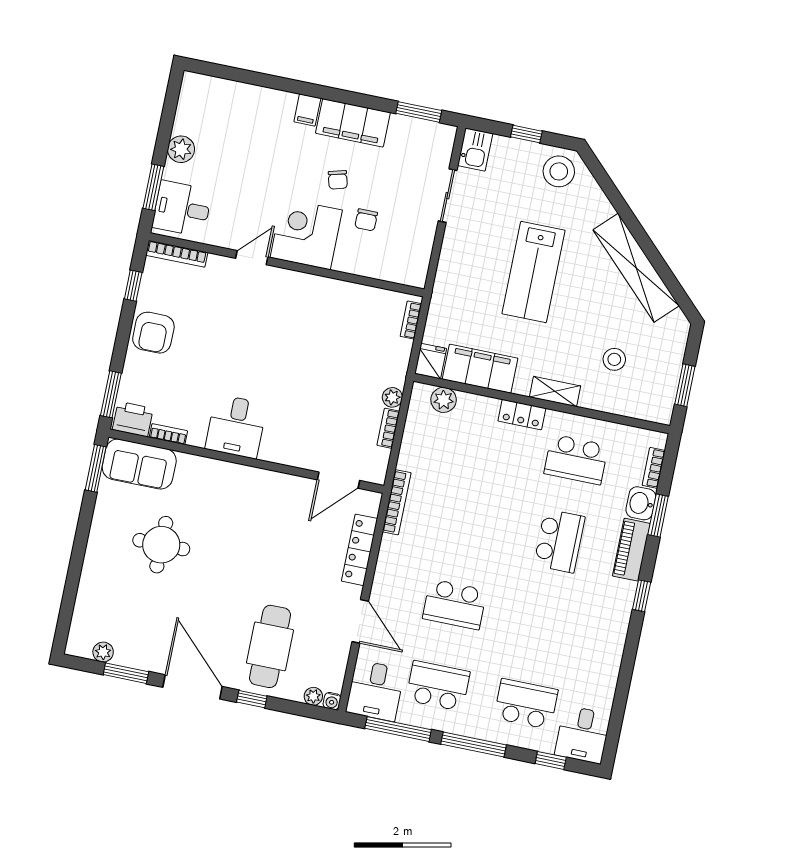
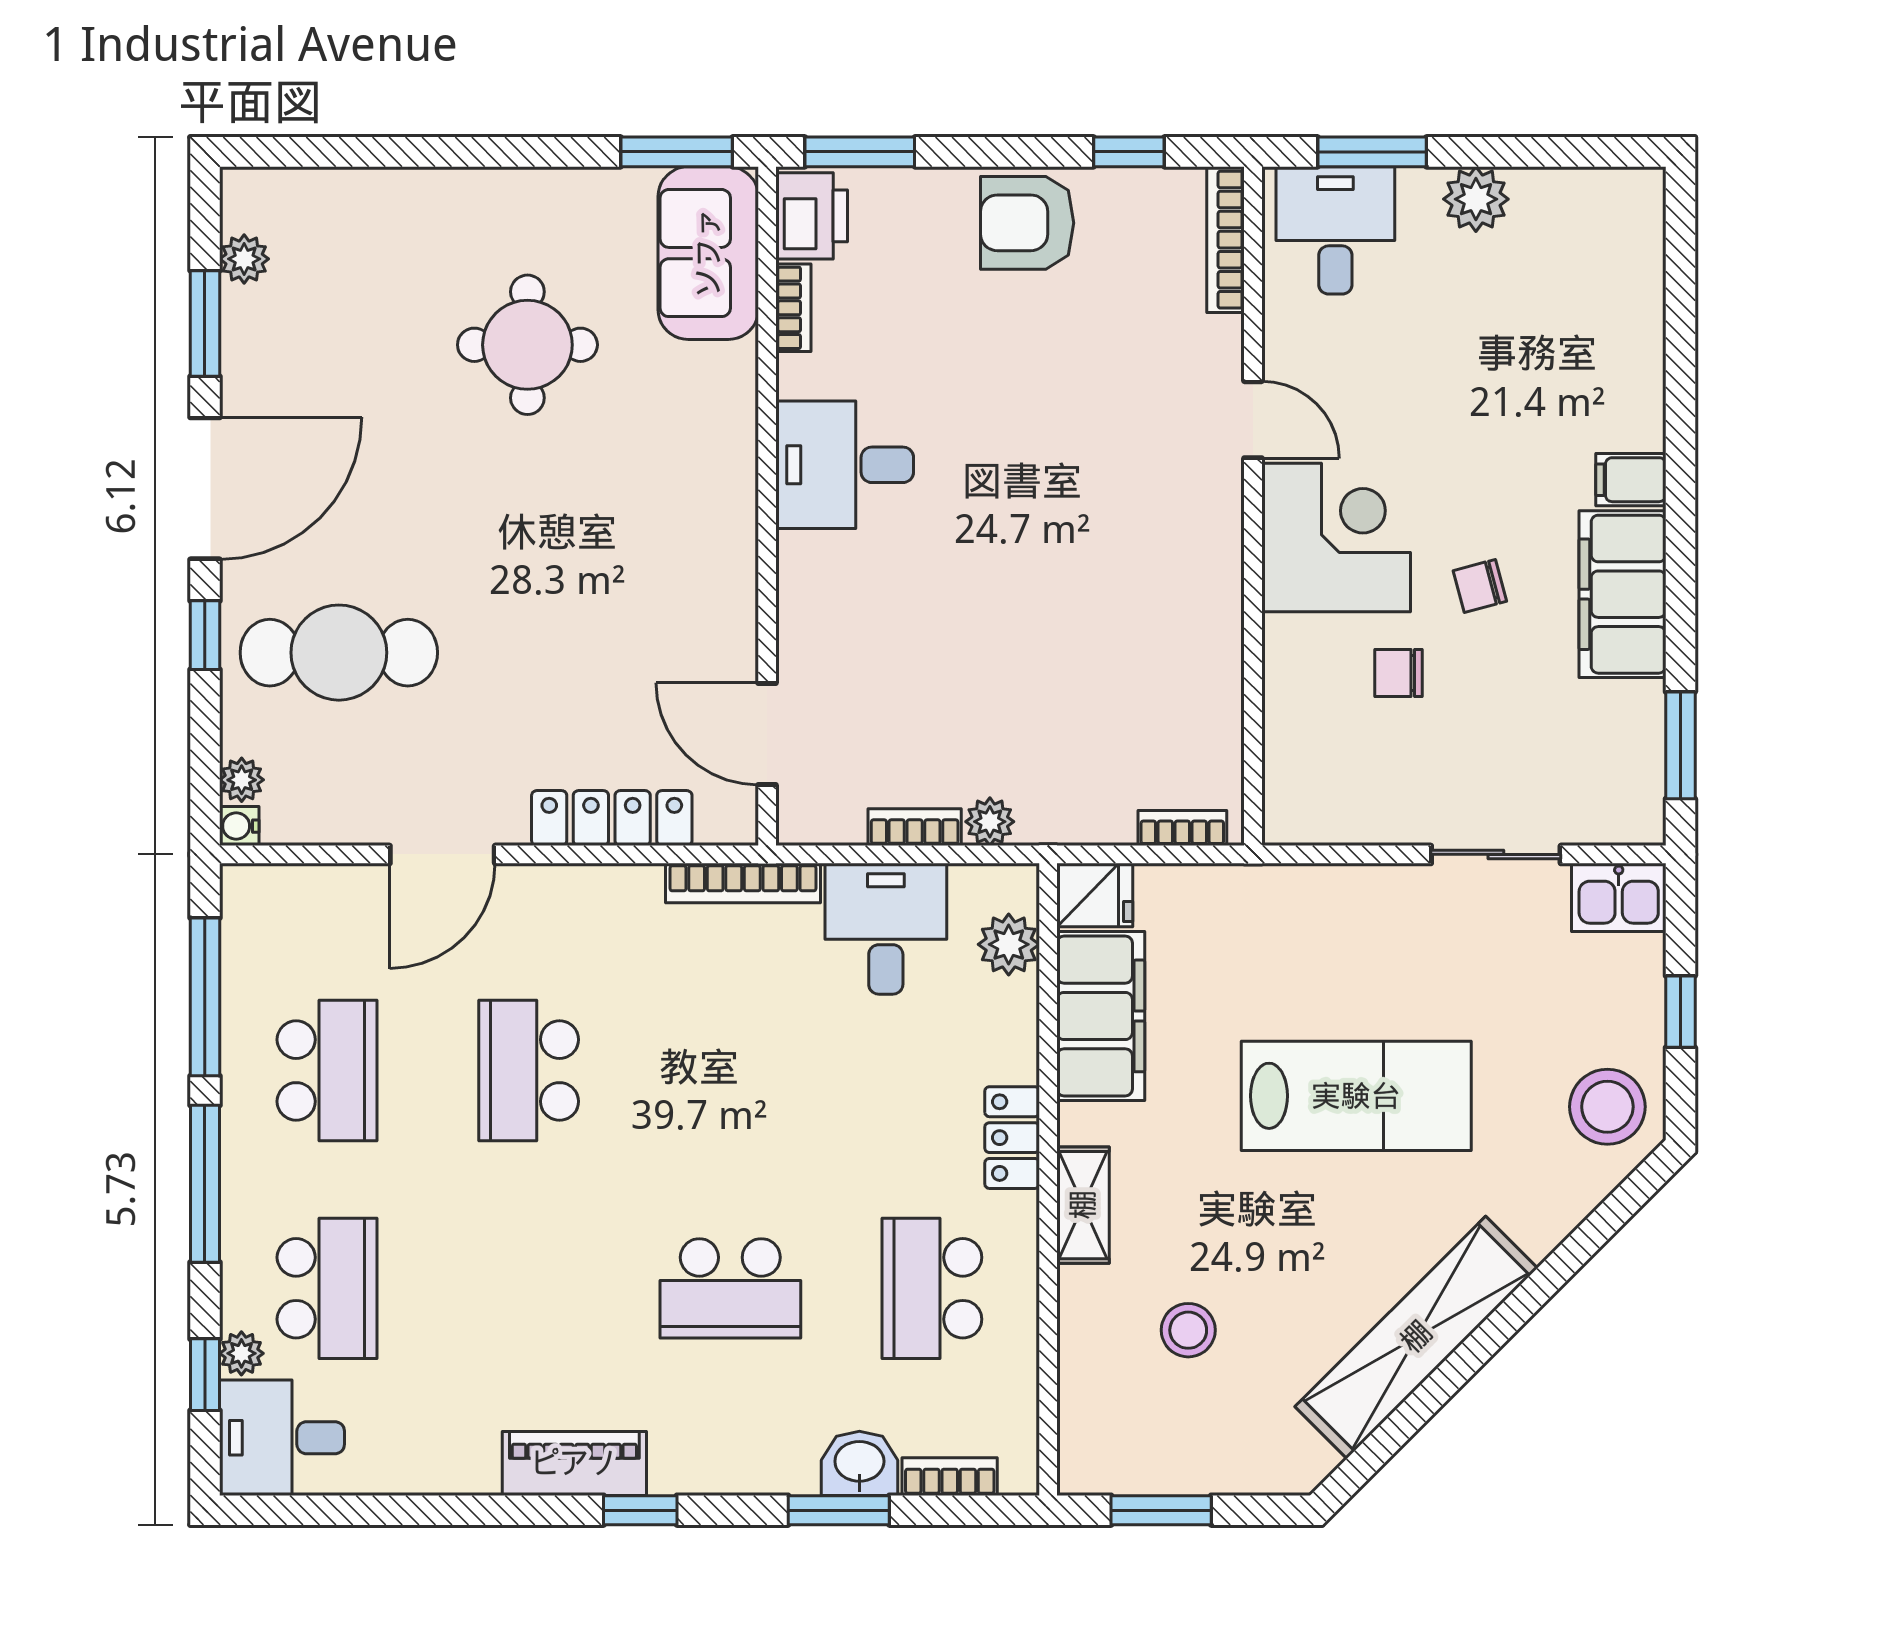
lab bench: (534, 272) -> (1356, 1096), turned 180
piano: (631, 550) -> (574, 1463), moved
desk: (375, 691) -> (886, 929), moved, turned 90
plant: (545, 744) -> (241, 1353), added

